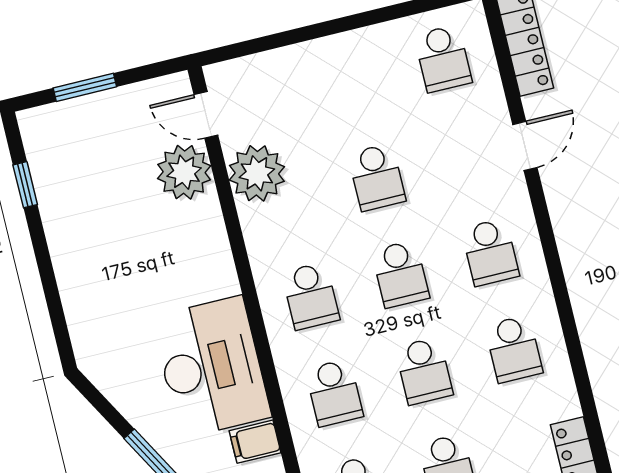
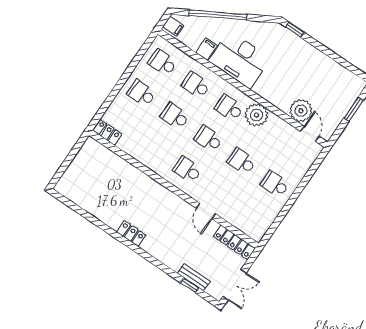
school desk: (443, 59) -> (275, 184), moved
door: (206, 115) -> (310, 134), hinge flipped
plant: (257, 173) -> (256, 115), moved
window: (25, 185) -> (295, 30), moved
school desk: (514, 349) -> (154, 147), removed

